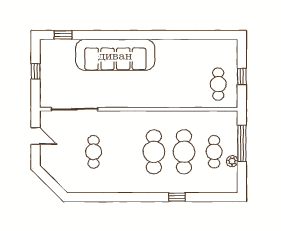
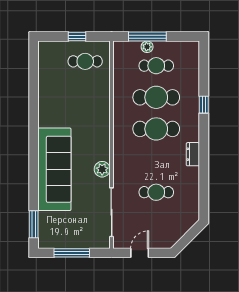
window: (63, 35) -> (34, 224), width x1.50
window: (36, 71) -> (72, 253), width x2.17
plant: (115, 100) -> (102, 169), added
plant: (232, 161) -> (147, 47), moved
dresser: (130, 187) -> (193, 154), added

